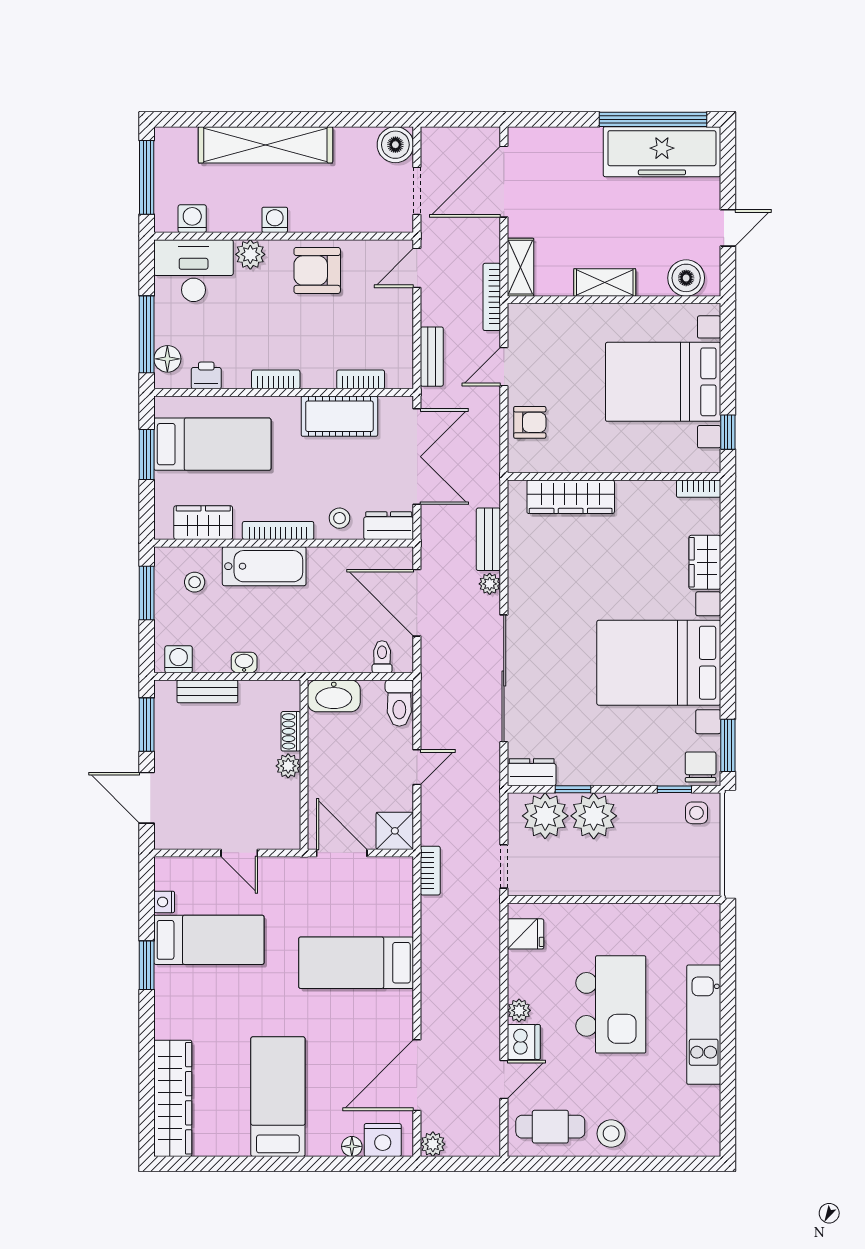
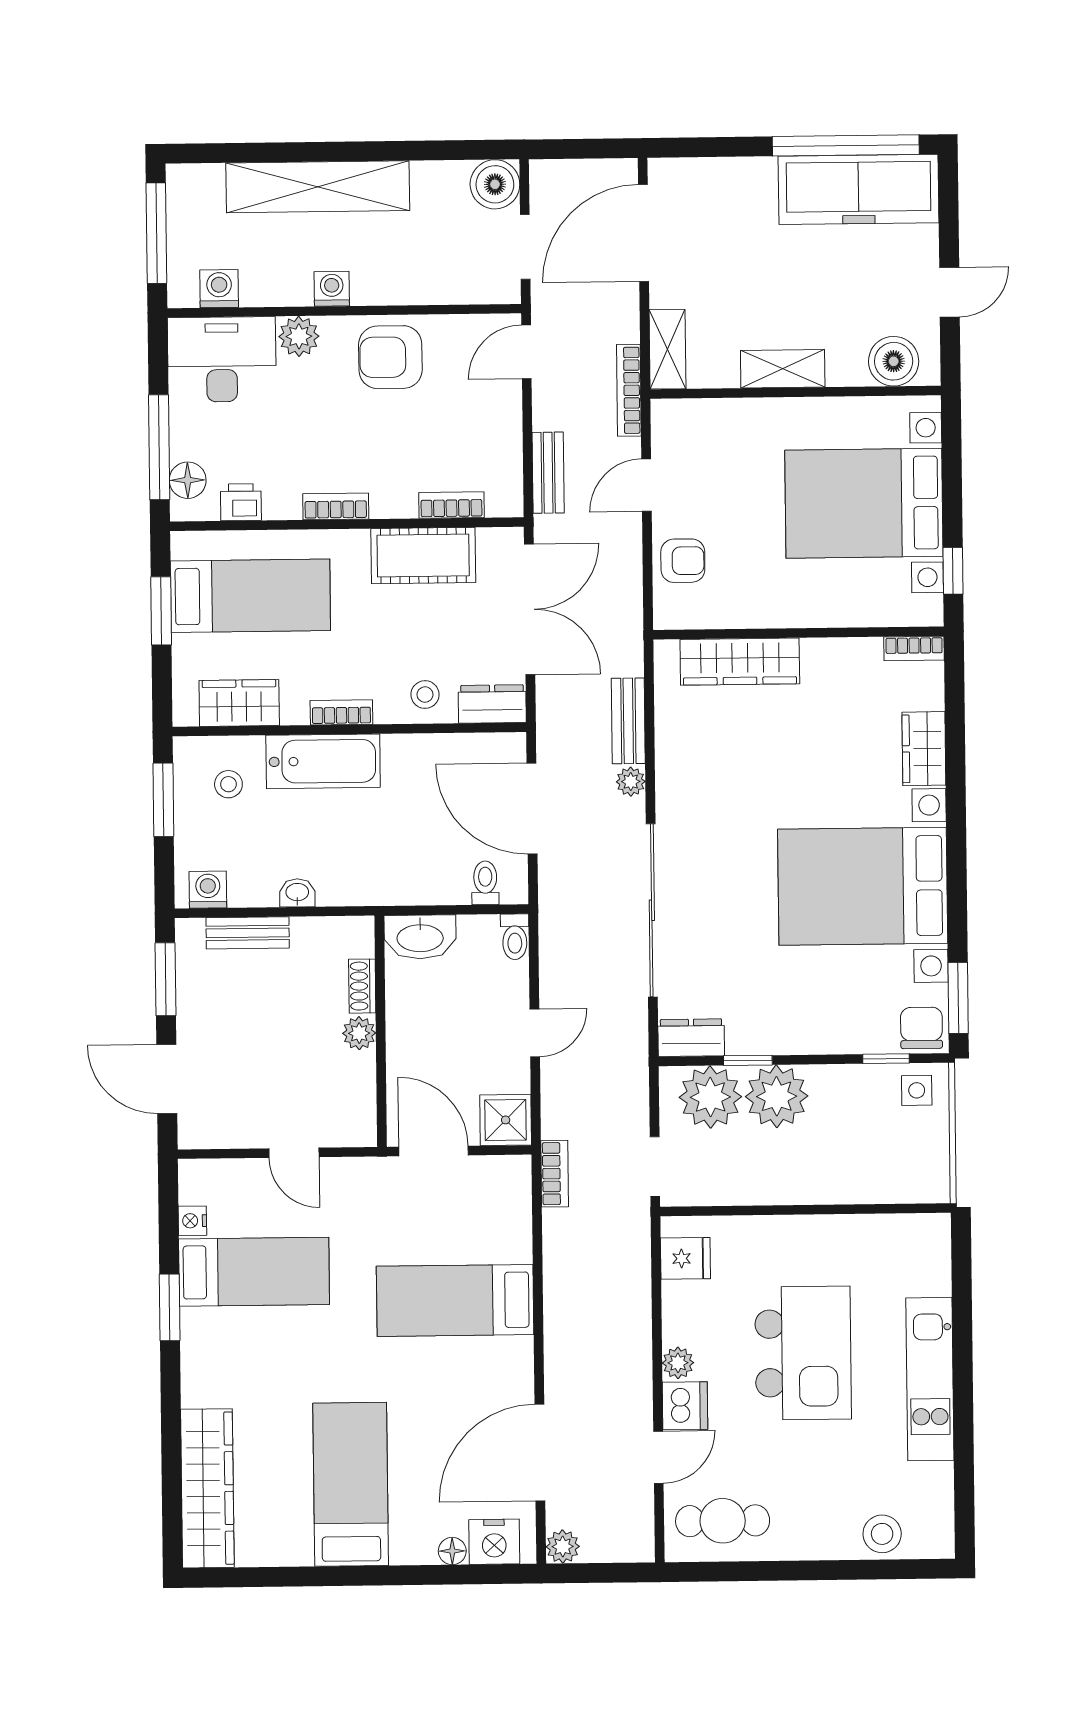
bookcase: (278, 530) -> (341, 712), width x0.64
toilet: (399, 703) -> (515, 937), width x0.73, depth x0.72
stool: (611, 1134) -> (882, 1534), moved

